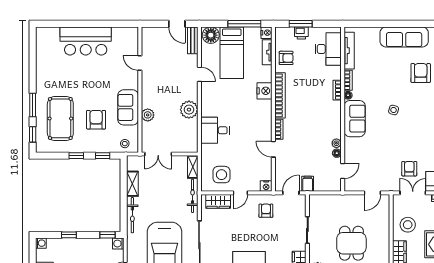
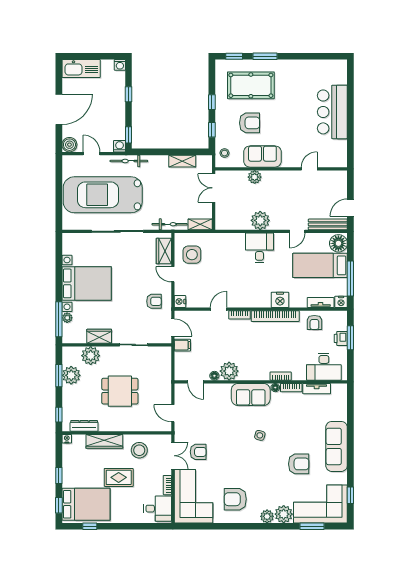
bench: (193, 40) -> (328, 224), width x1.36
tv unit: (349, 51) -> (317, 389), width x0.71
desk: (215, 130) -> (259, 248), moved
plant: (336, 143) -> (229, 371), width x1.88, depth x1.88
bicycle: (132, 215) -> (129, 161), moved

